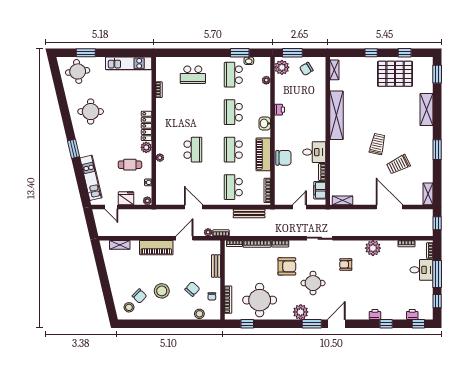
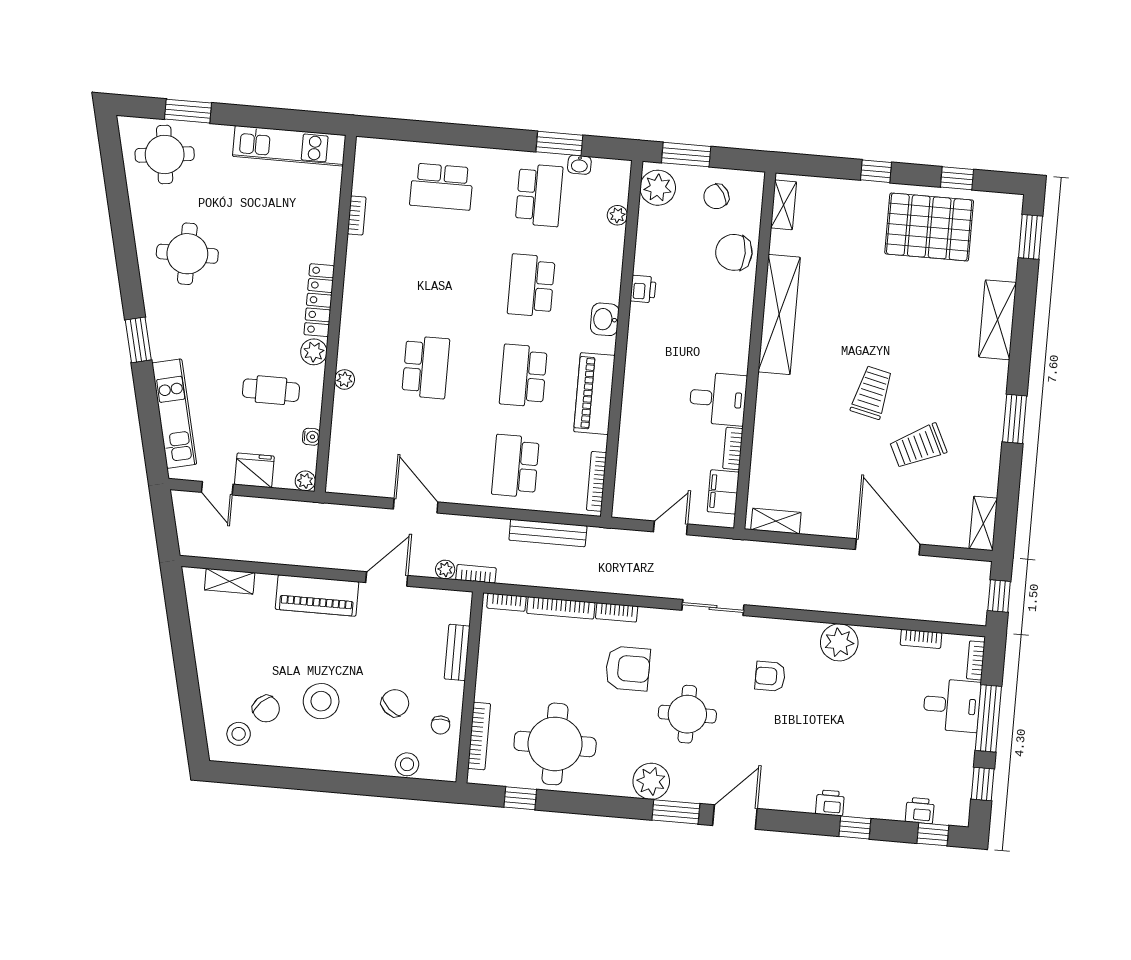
school desk: (233, 75) -> (539, 195), turned 180
chair: (283, 158) -> (734, 252), moved, turned 180

